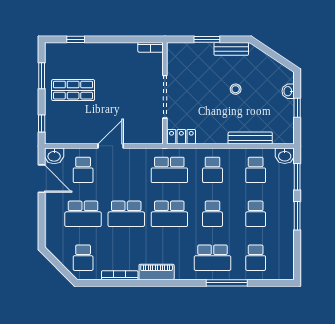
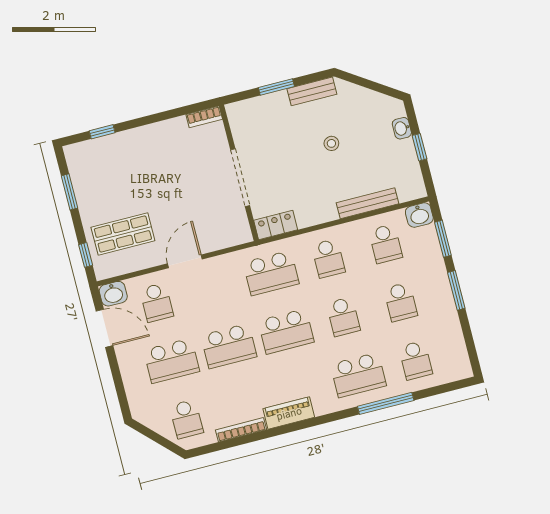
shop shelf: (73, 90) -> (123, 234), moved

